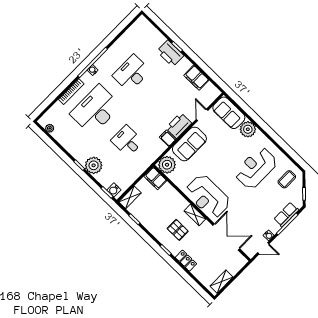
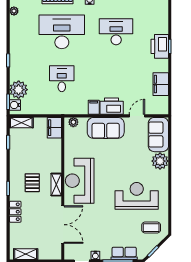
plant: (94, 165) -> (19, 90), moved
plant: (167, 165) -> (73, 122), width x0.53, depth x0.53

